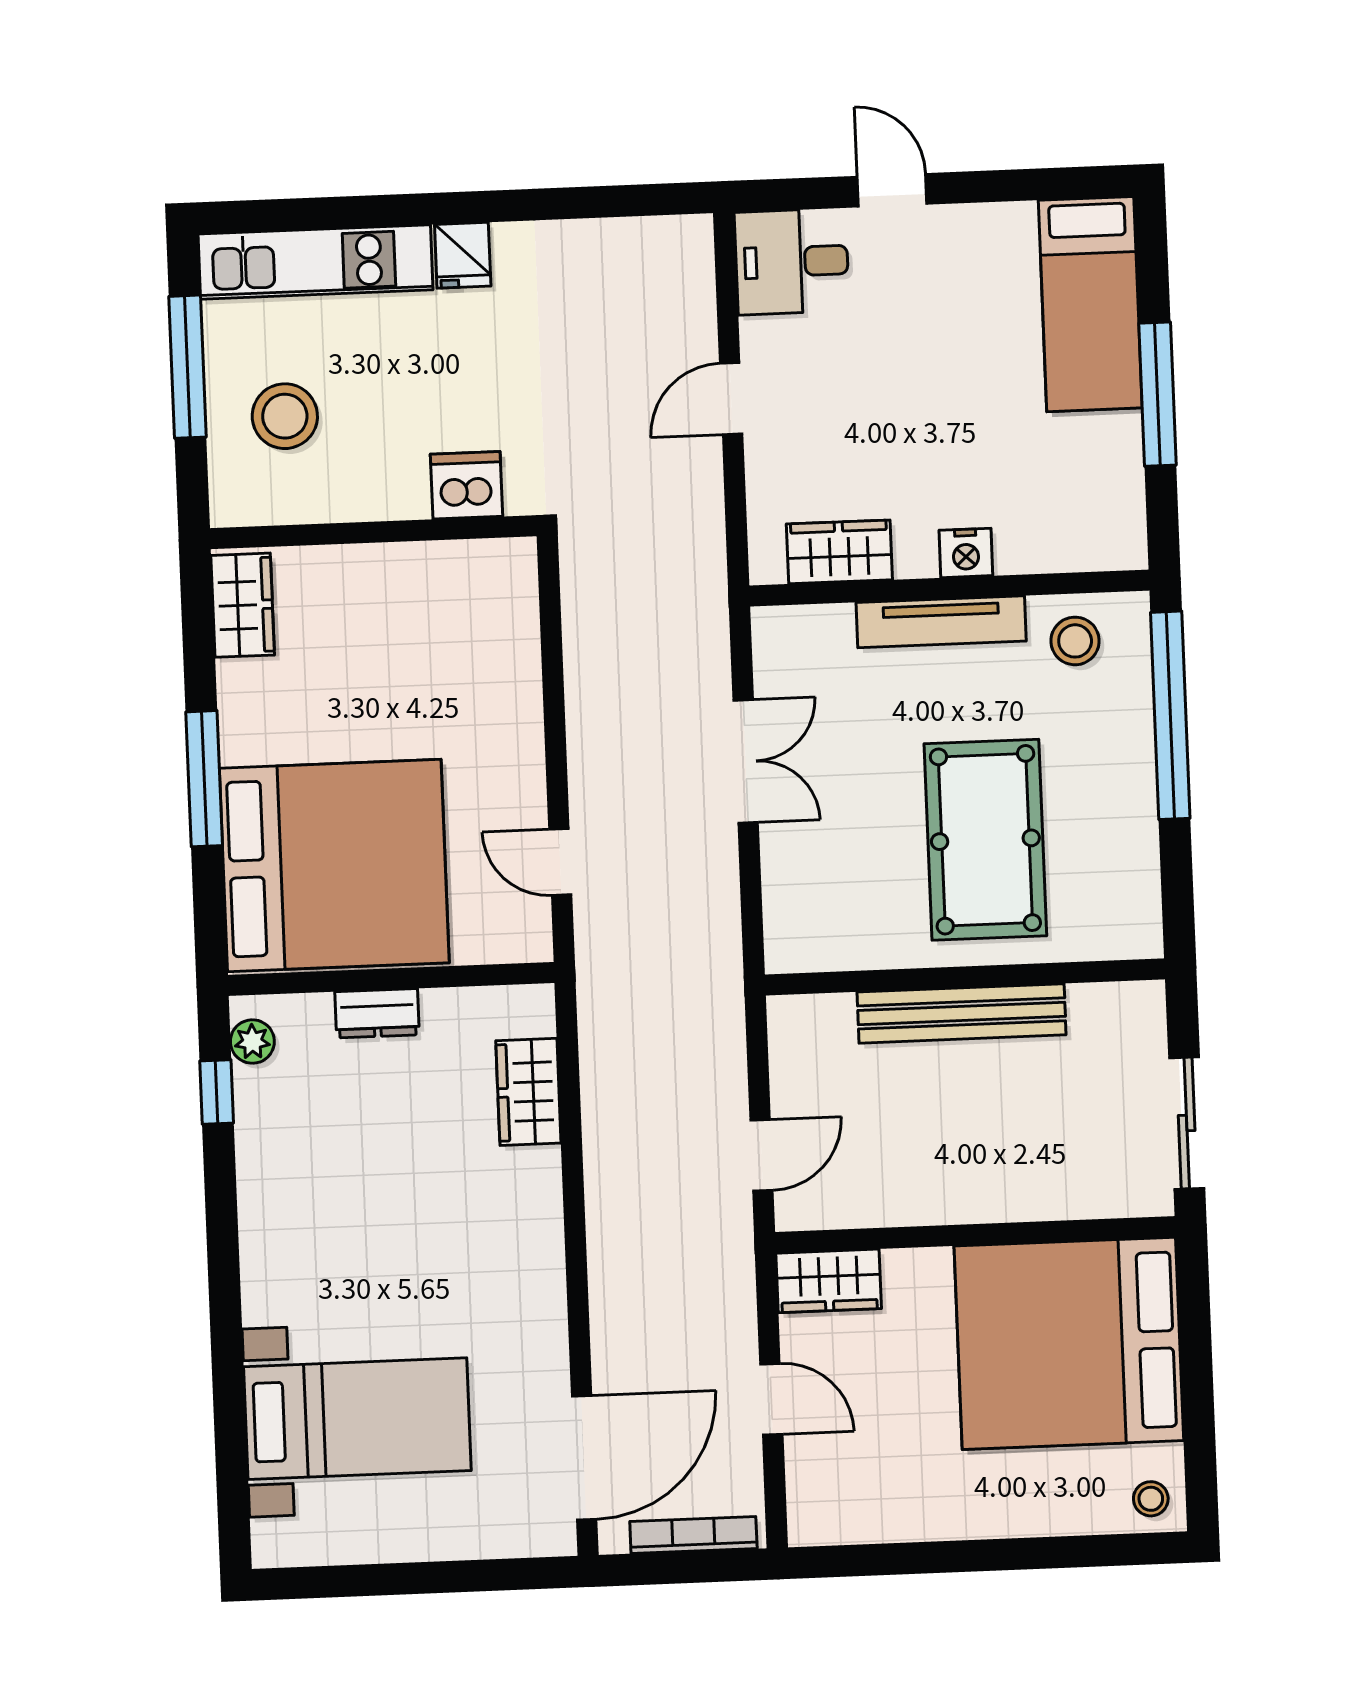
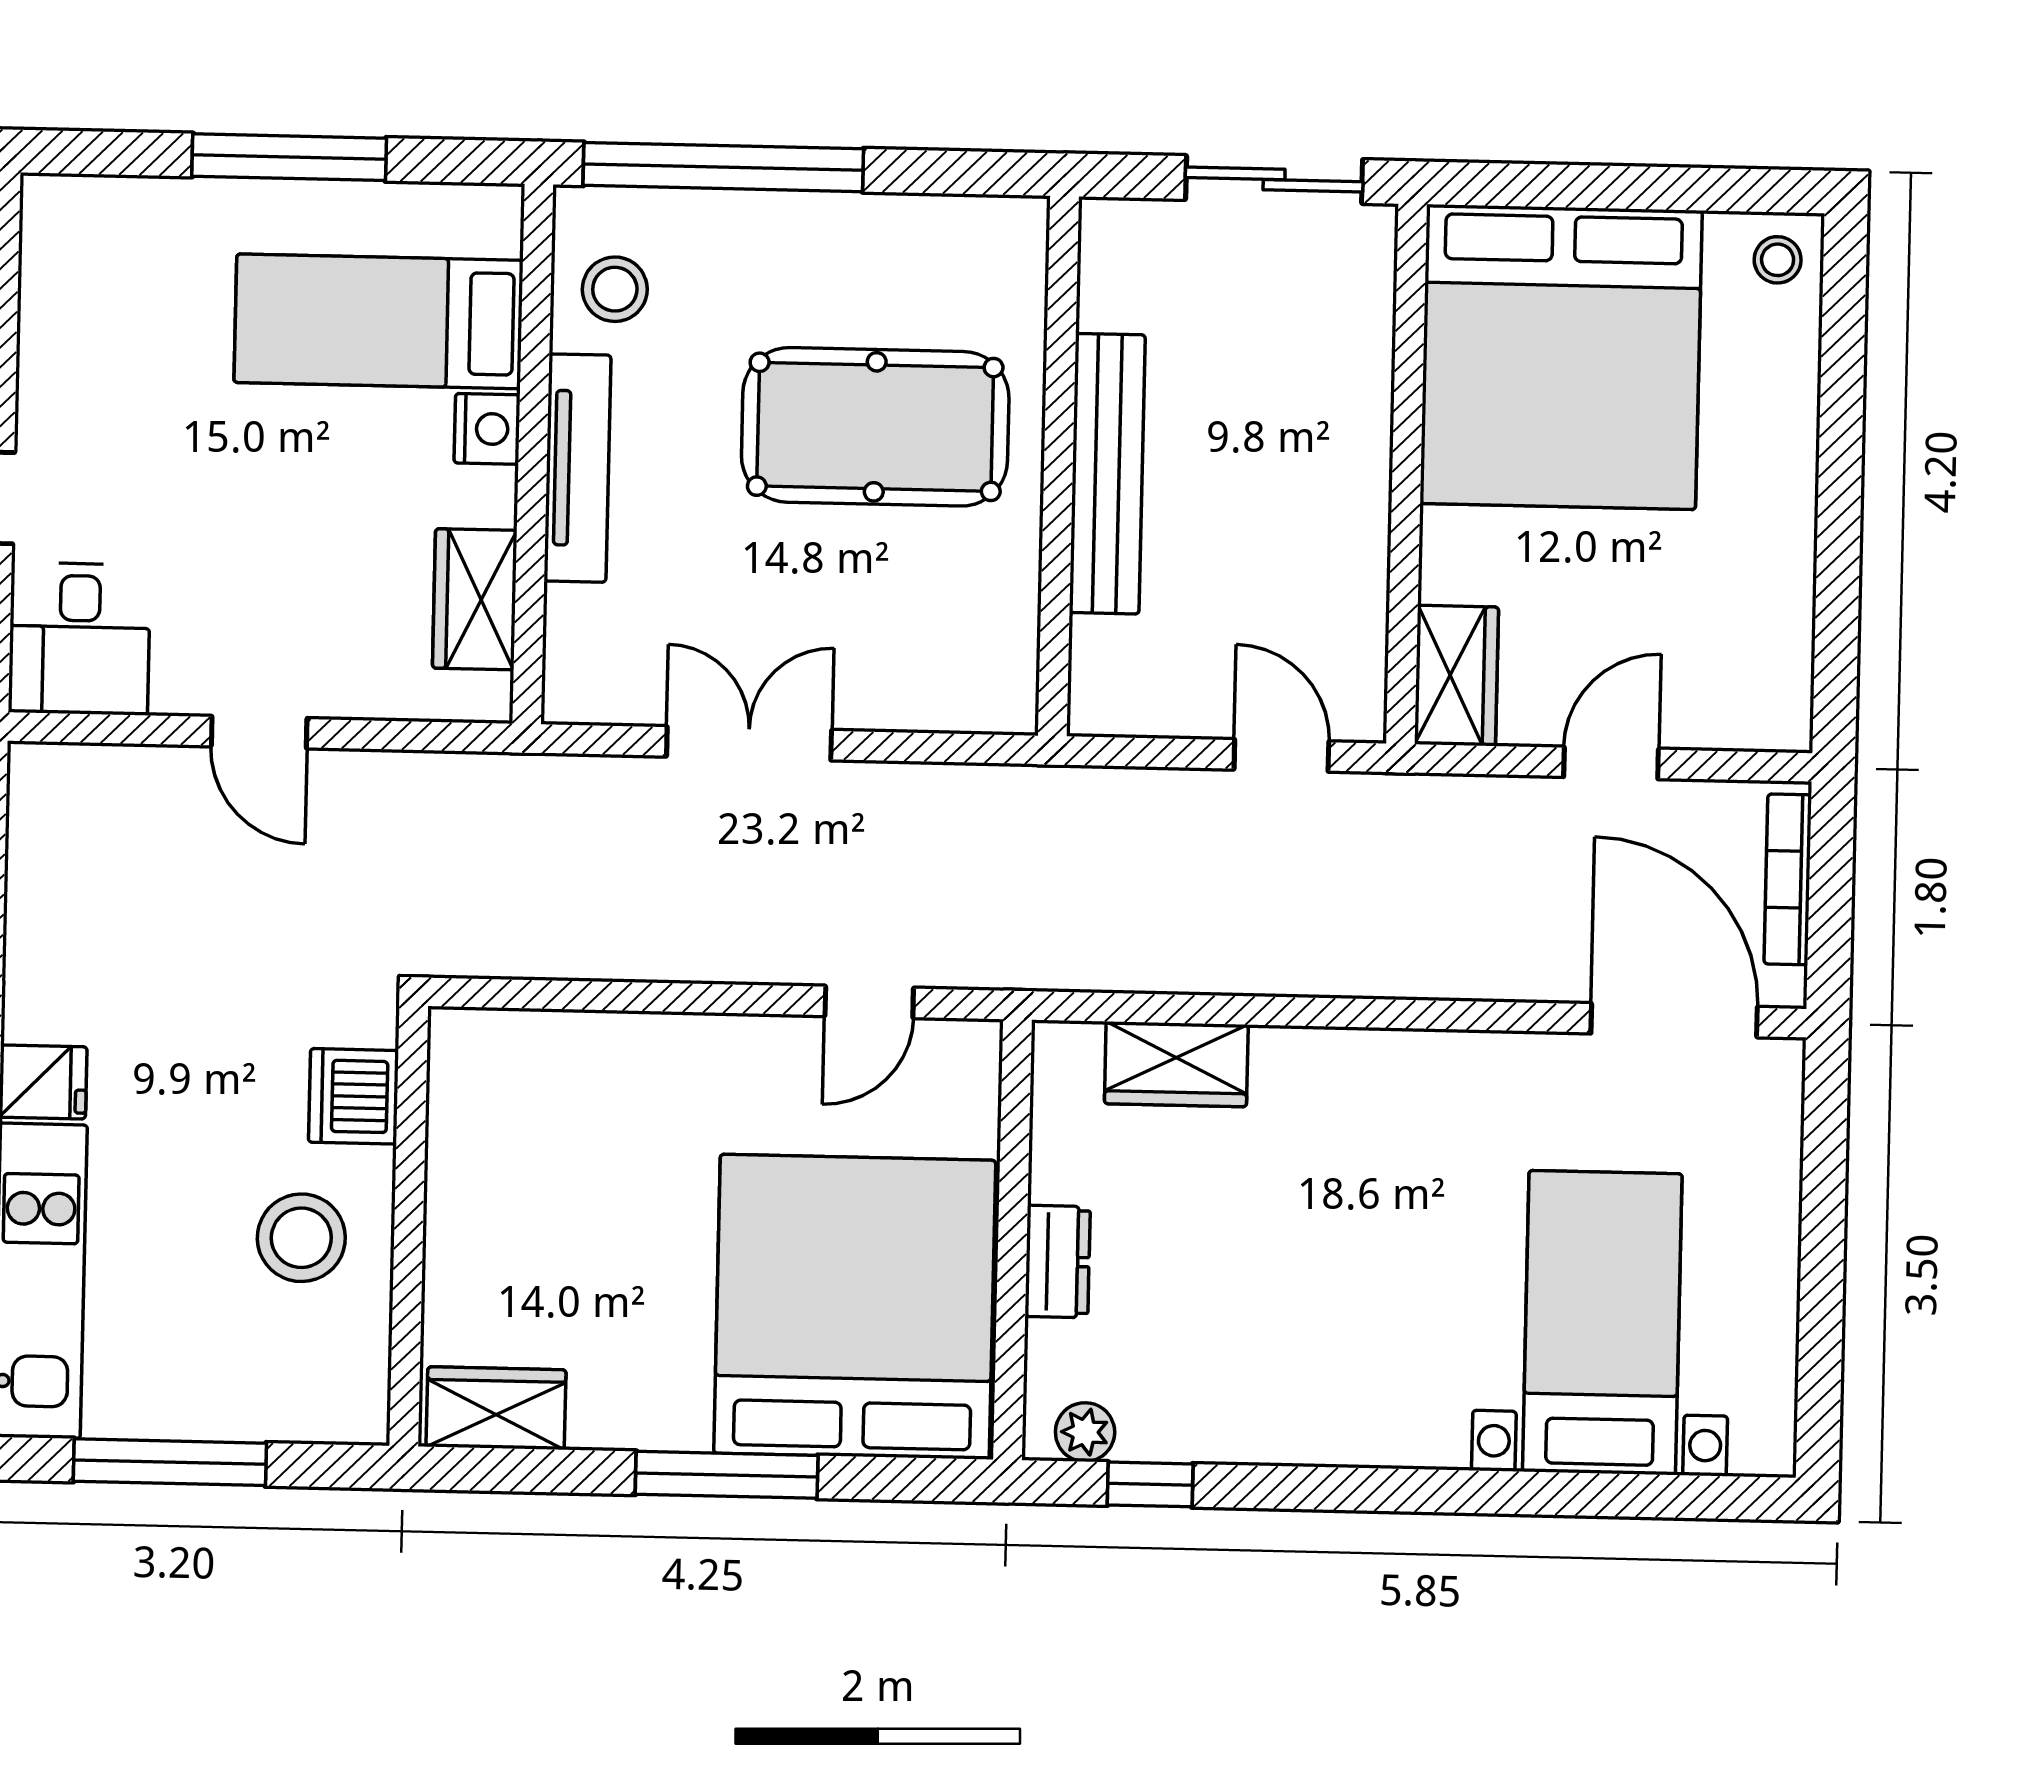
bed: (1090, 304) -> (378, 321), moved, turned 180
stool: (285, 416) -> (301, 1238), moved

